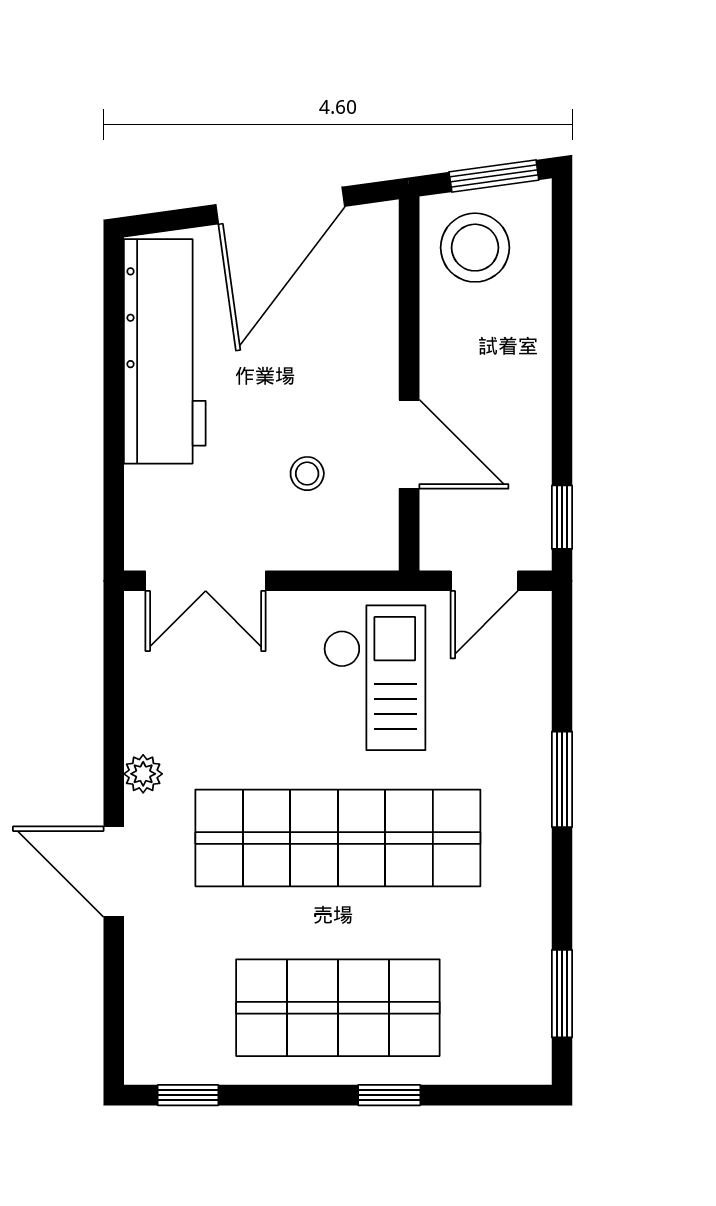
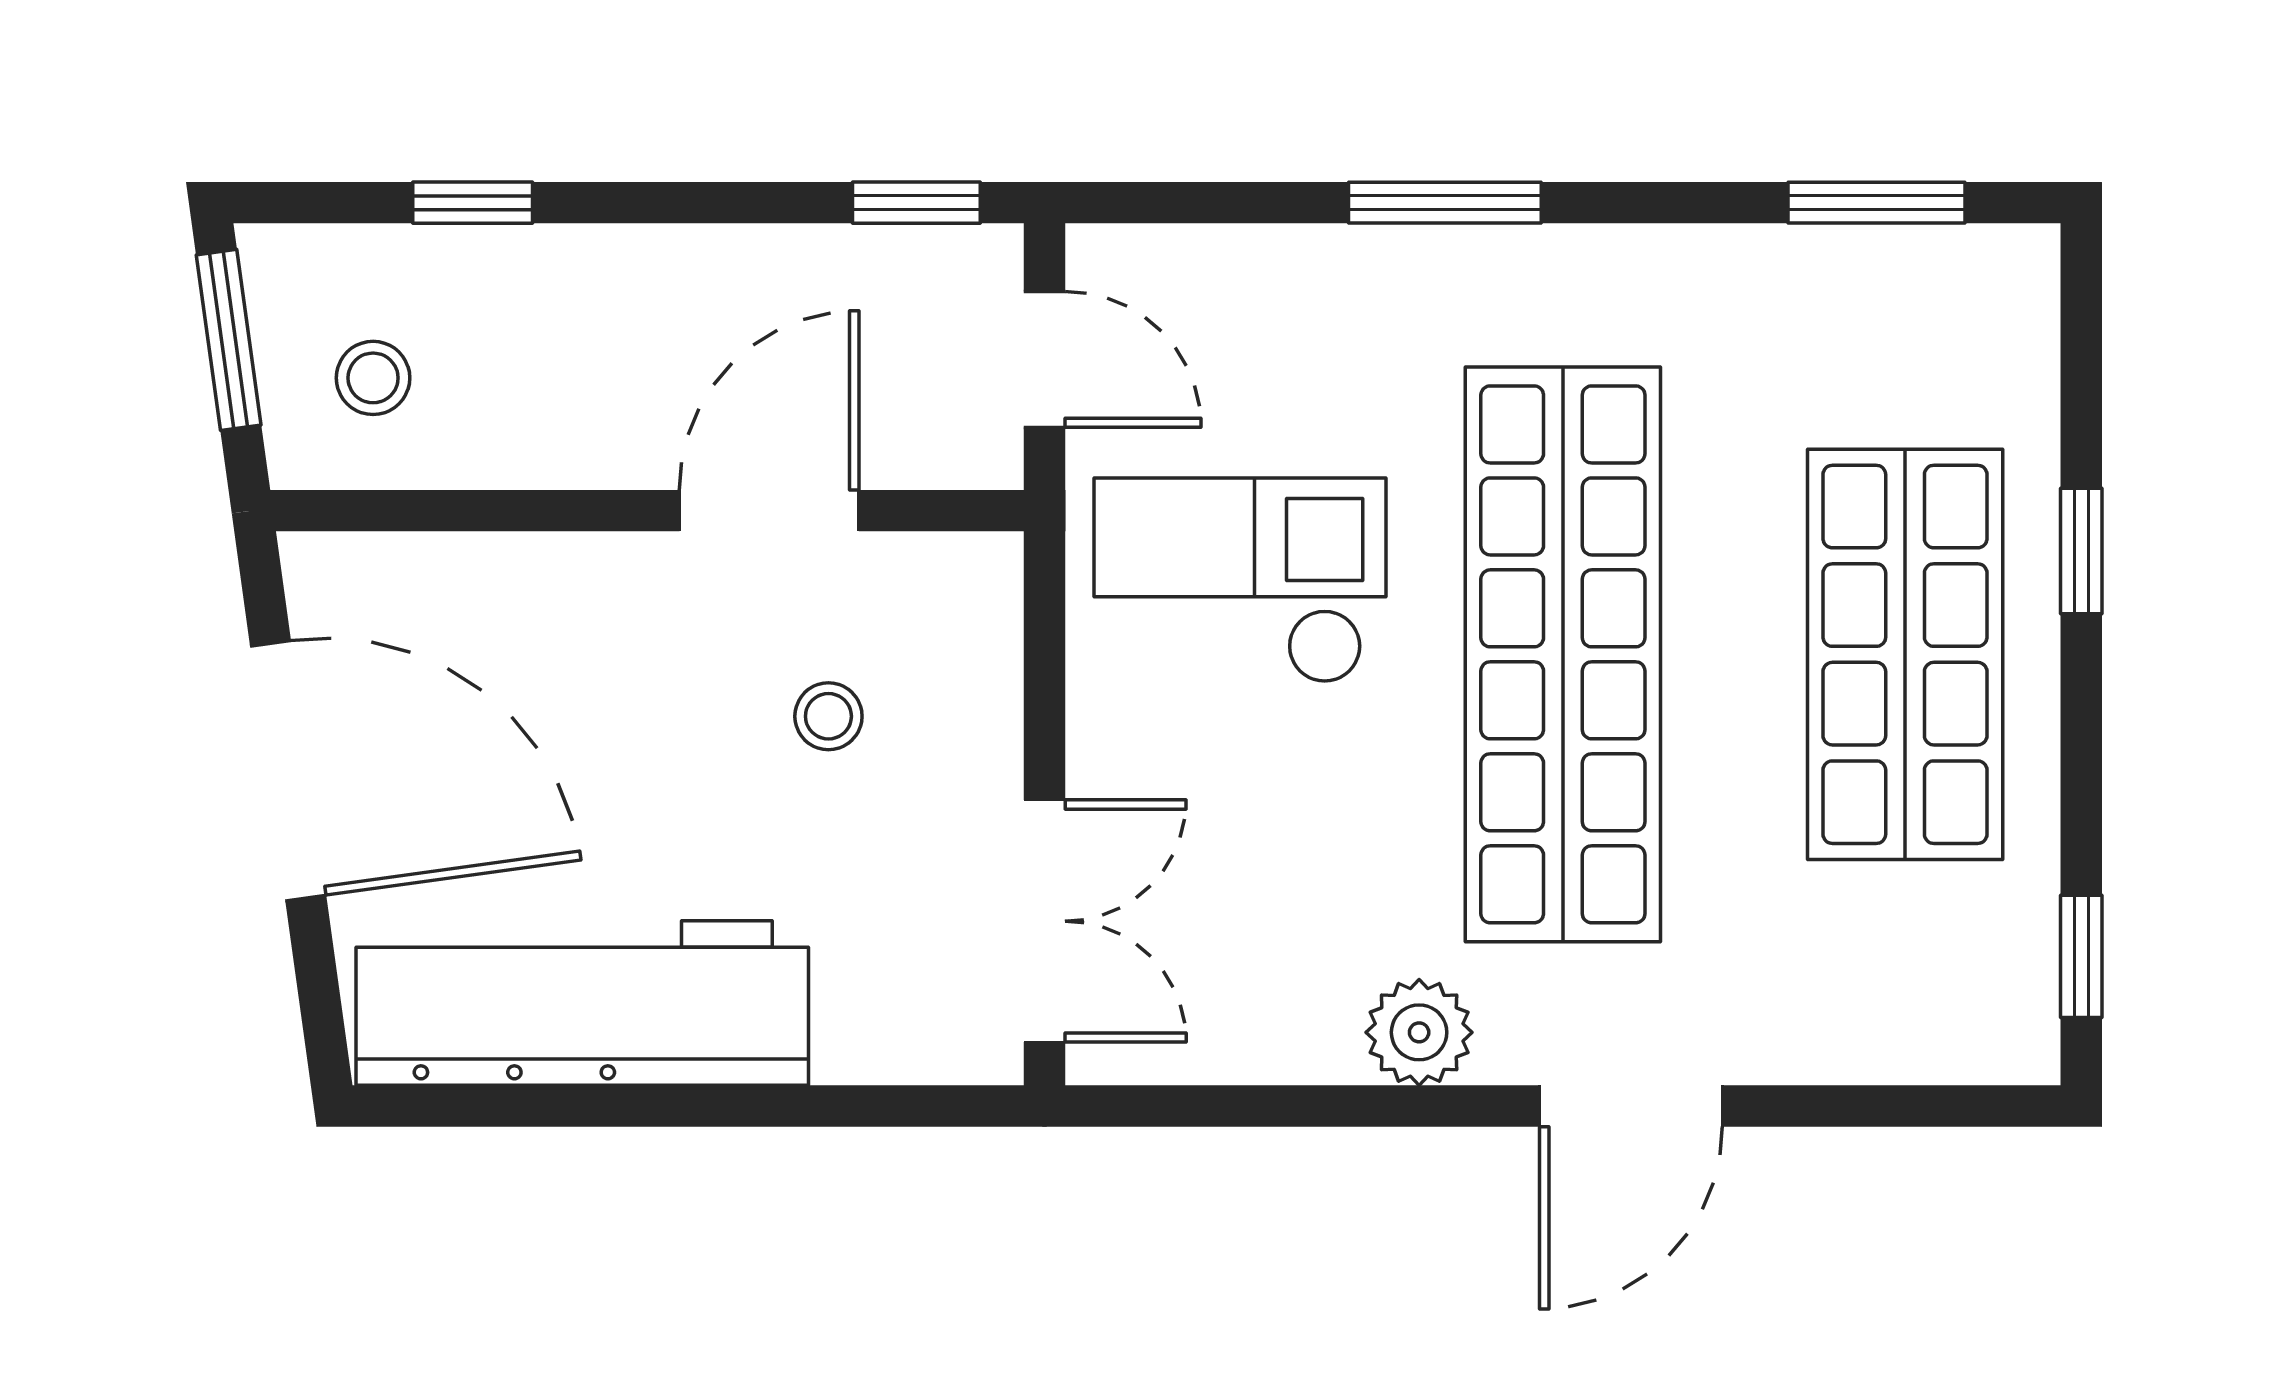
stool: (475, 248) -> (373, 378), width x0.53, depth x0.53
window: (562, 297) -> (473, 203), added
plant: (143, 774) -> (1419, 1032), width x1.38, depth x1.38

